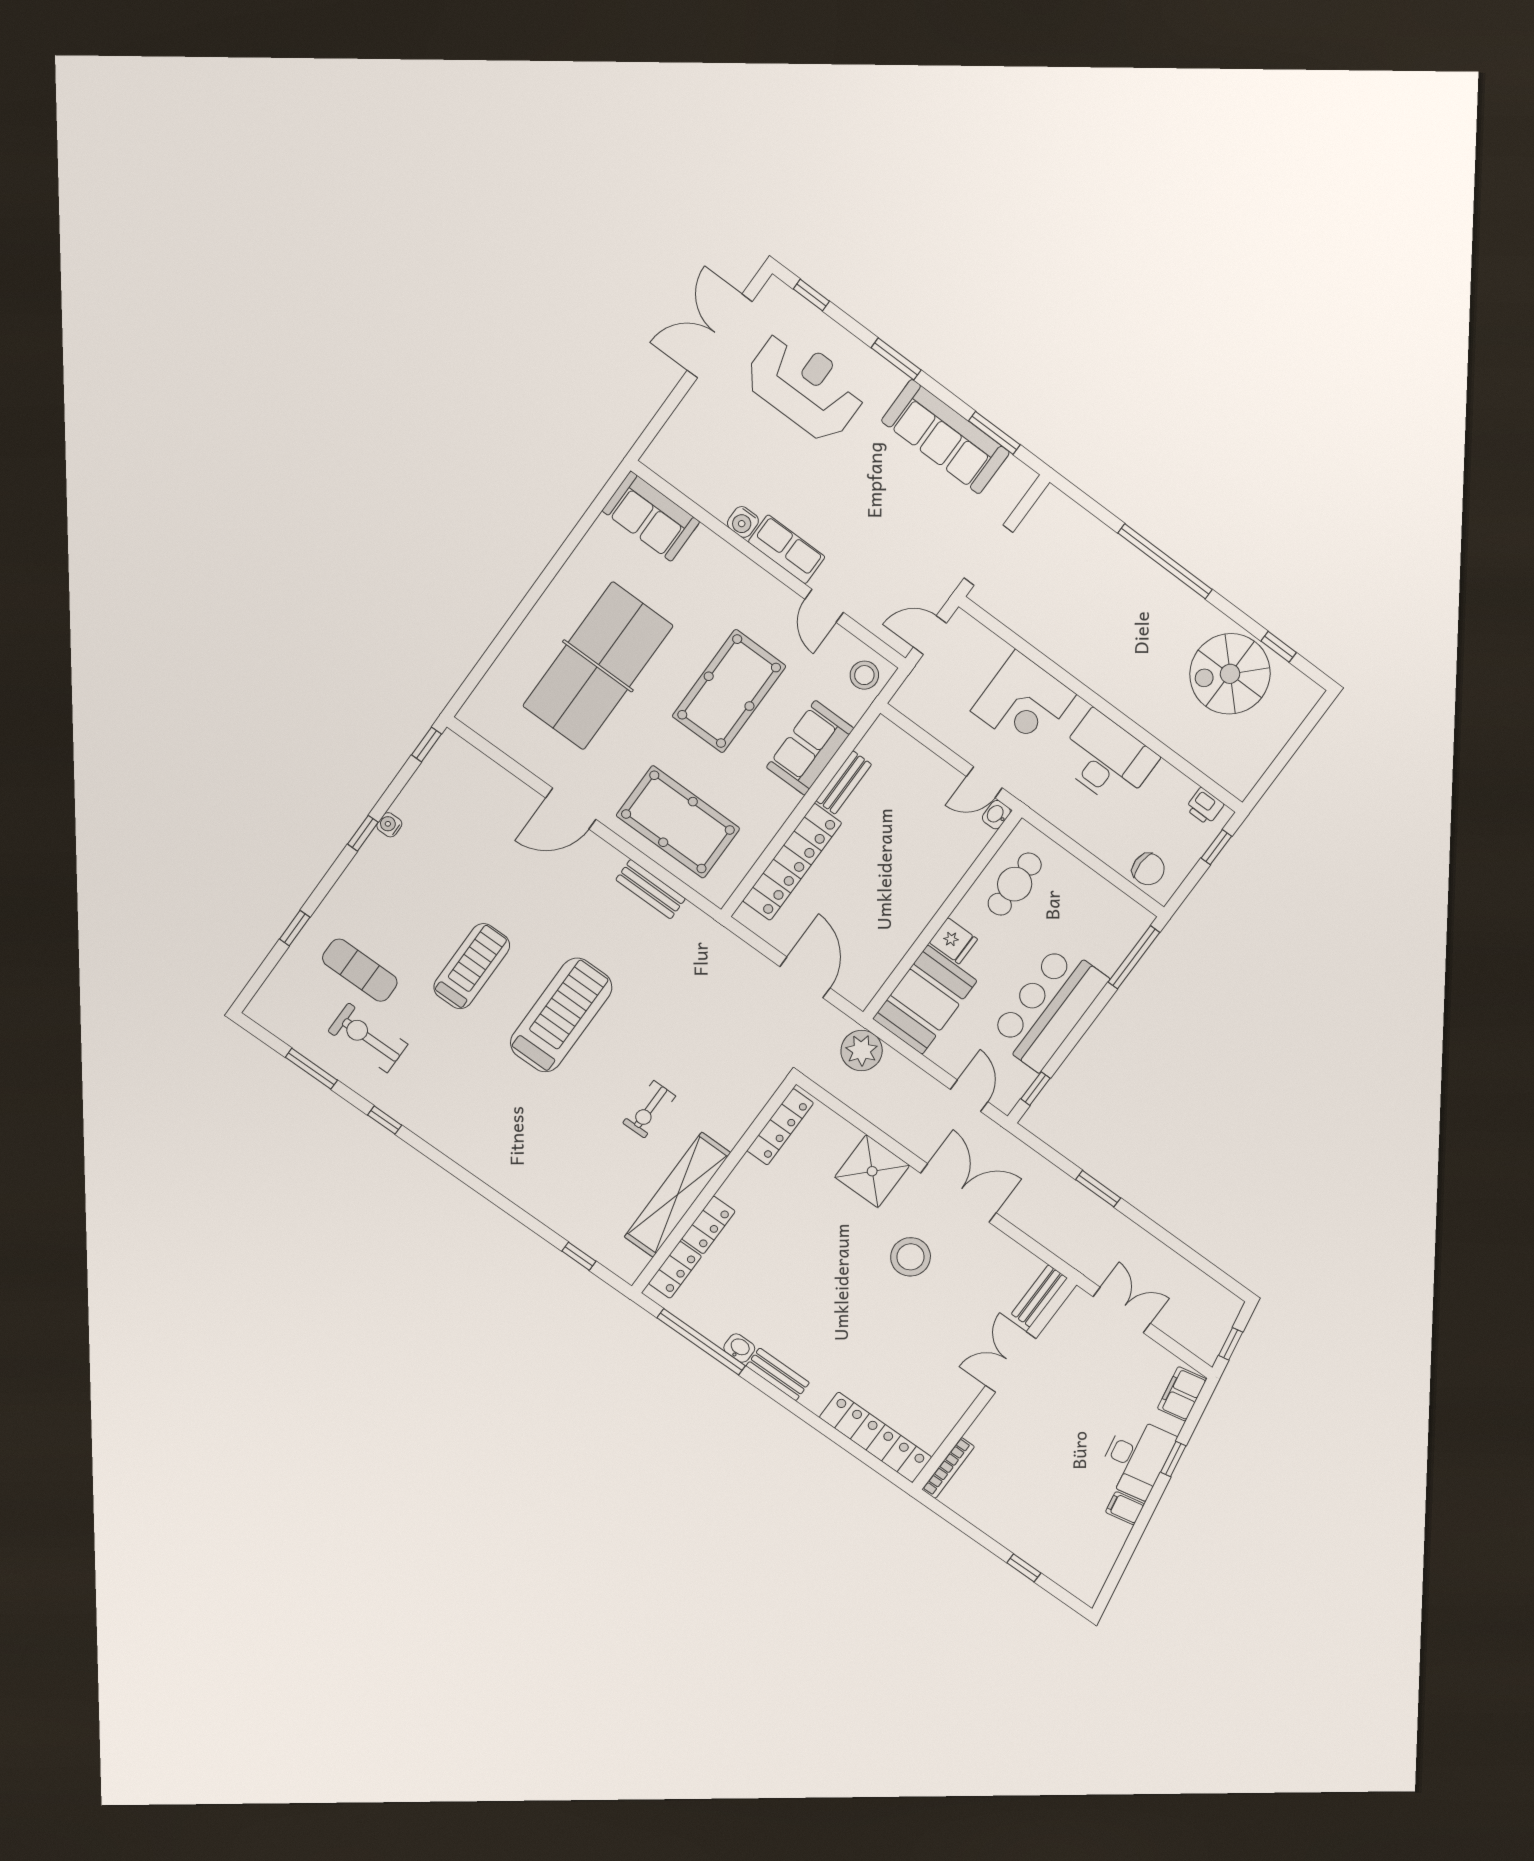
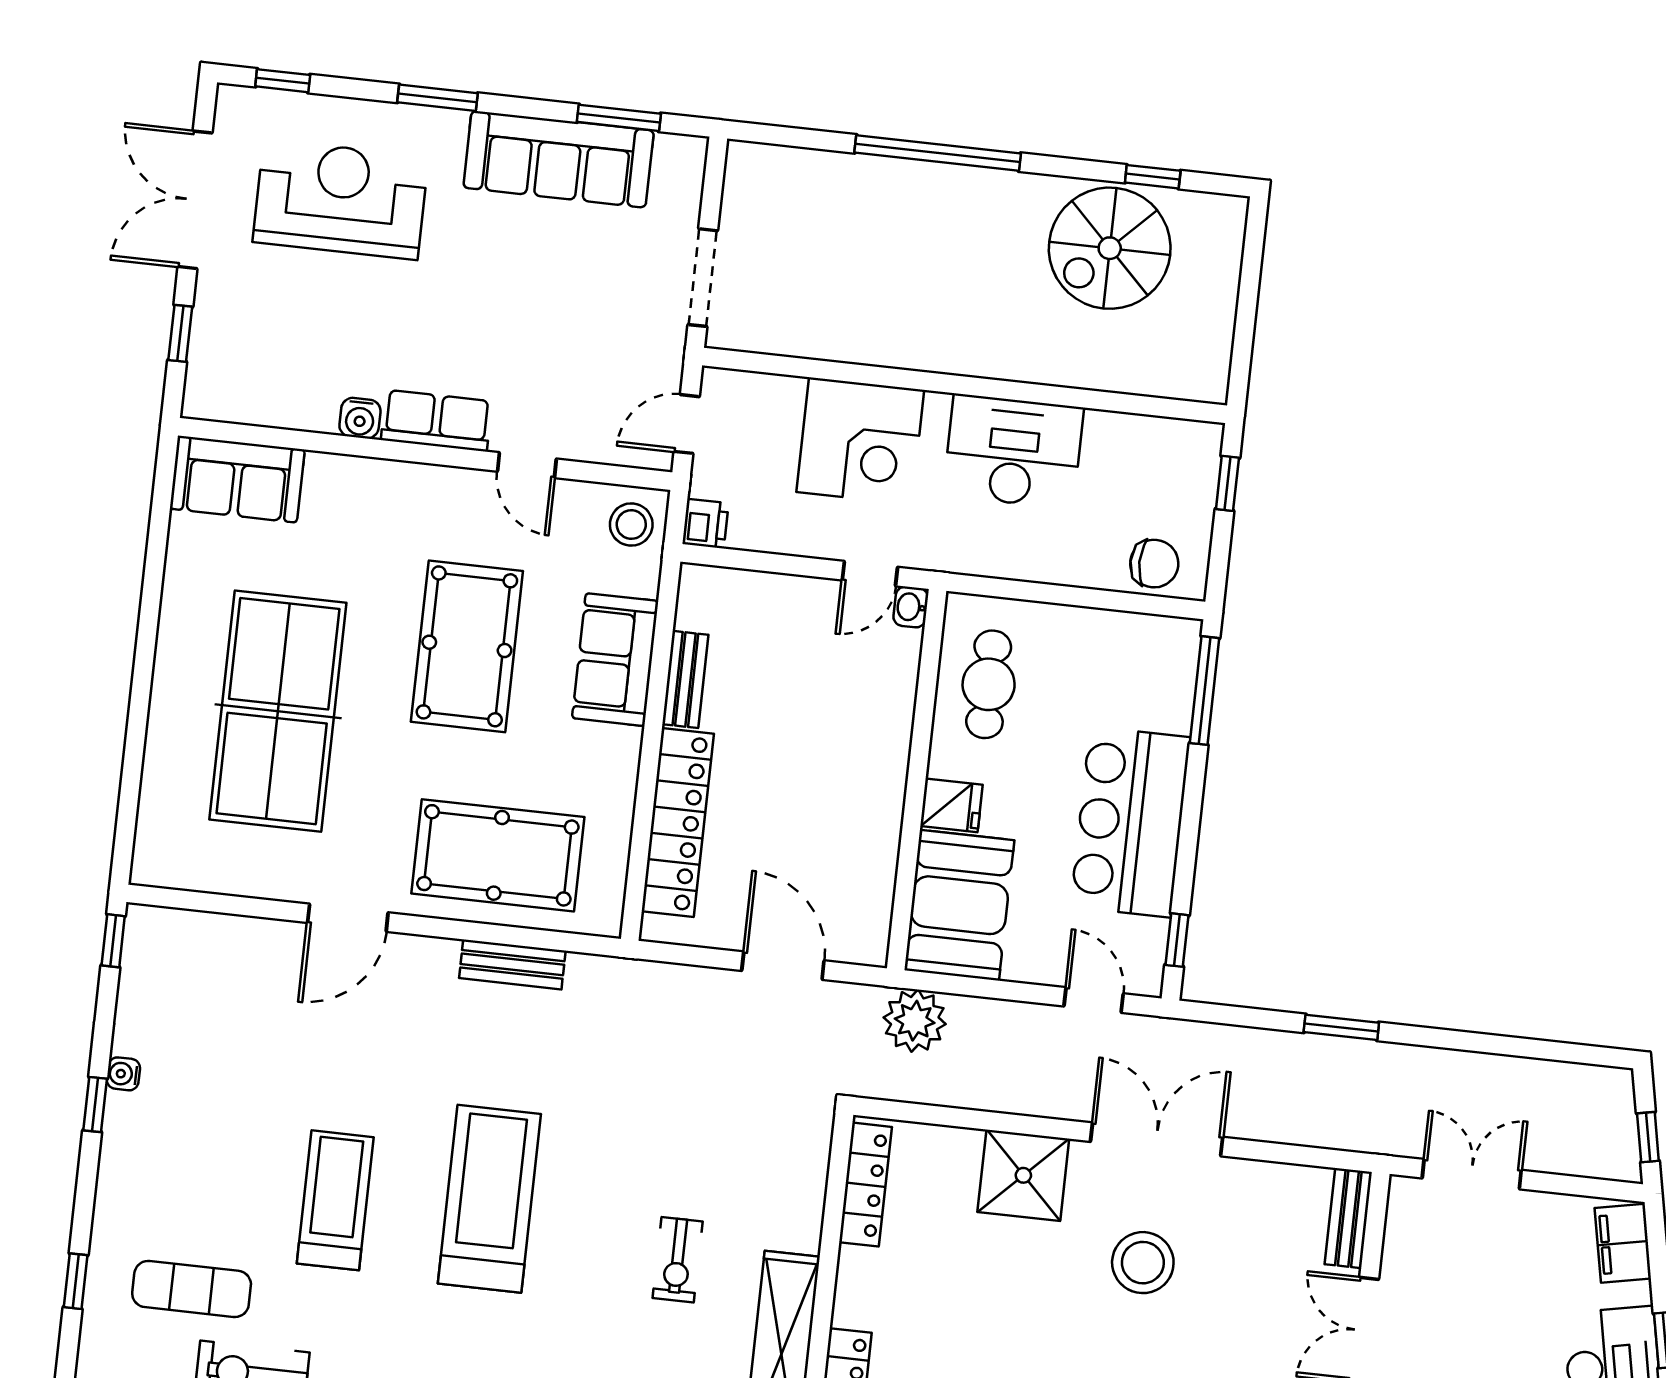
window: (666, 411) -> (180, 333), added
printer: (1205, 806) -> (705, 524), moved, turned -90

